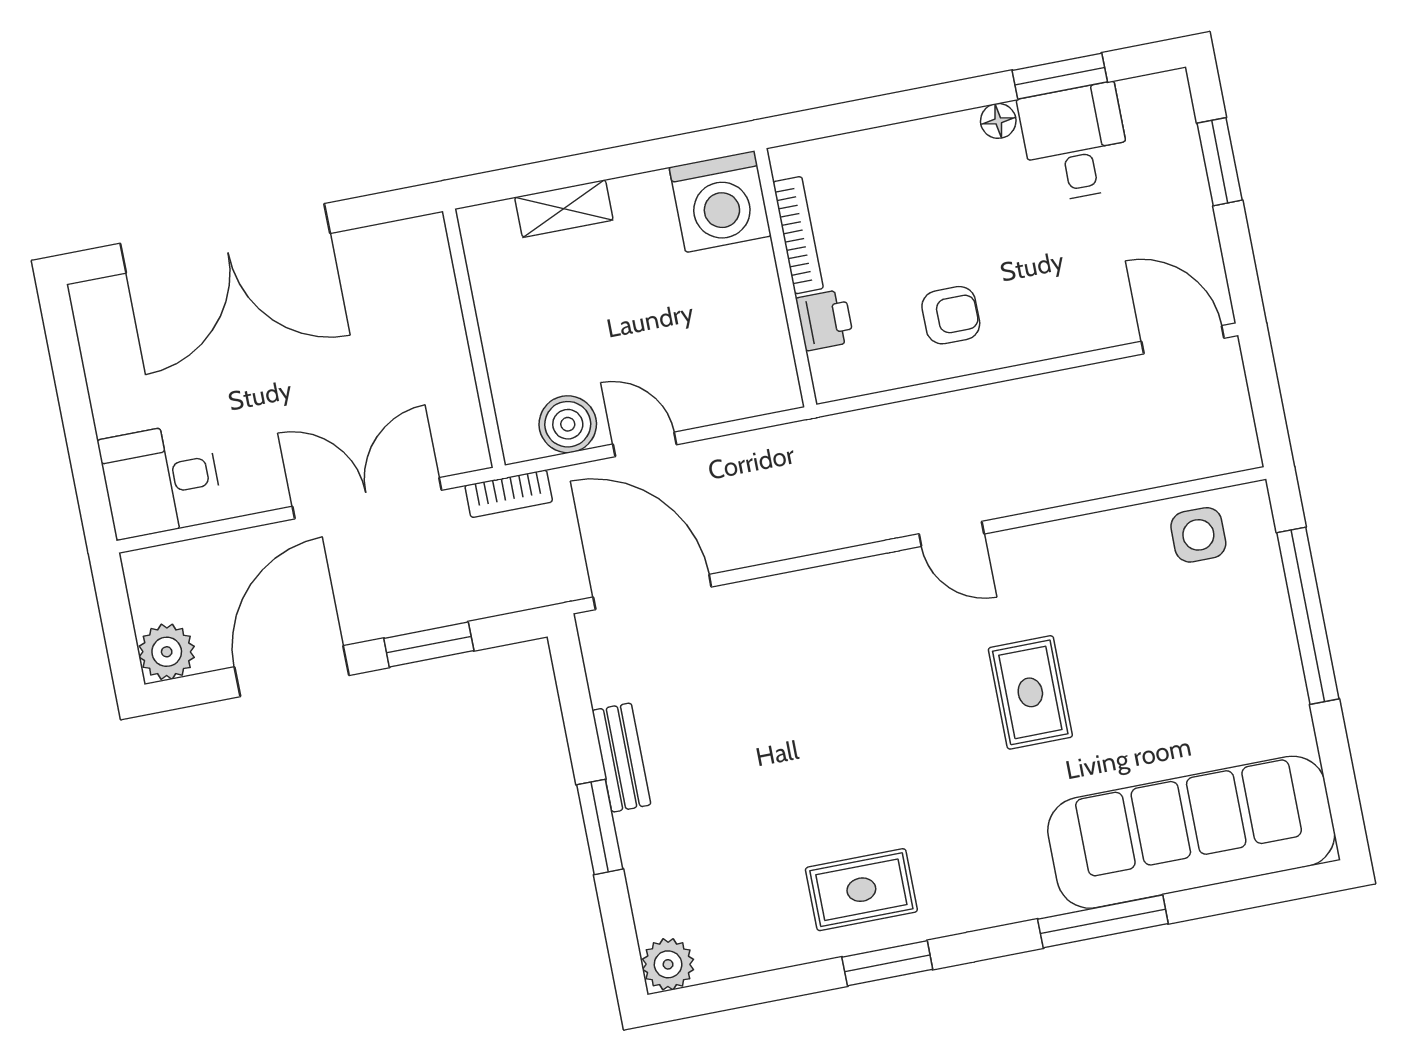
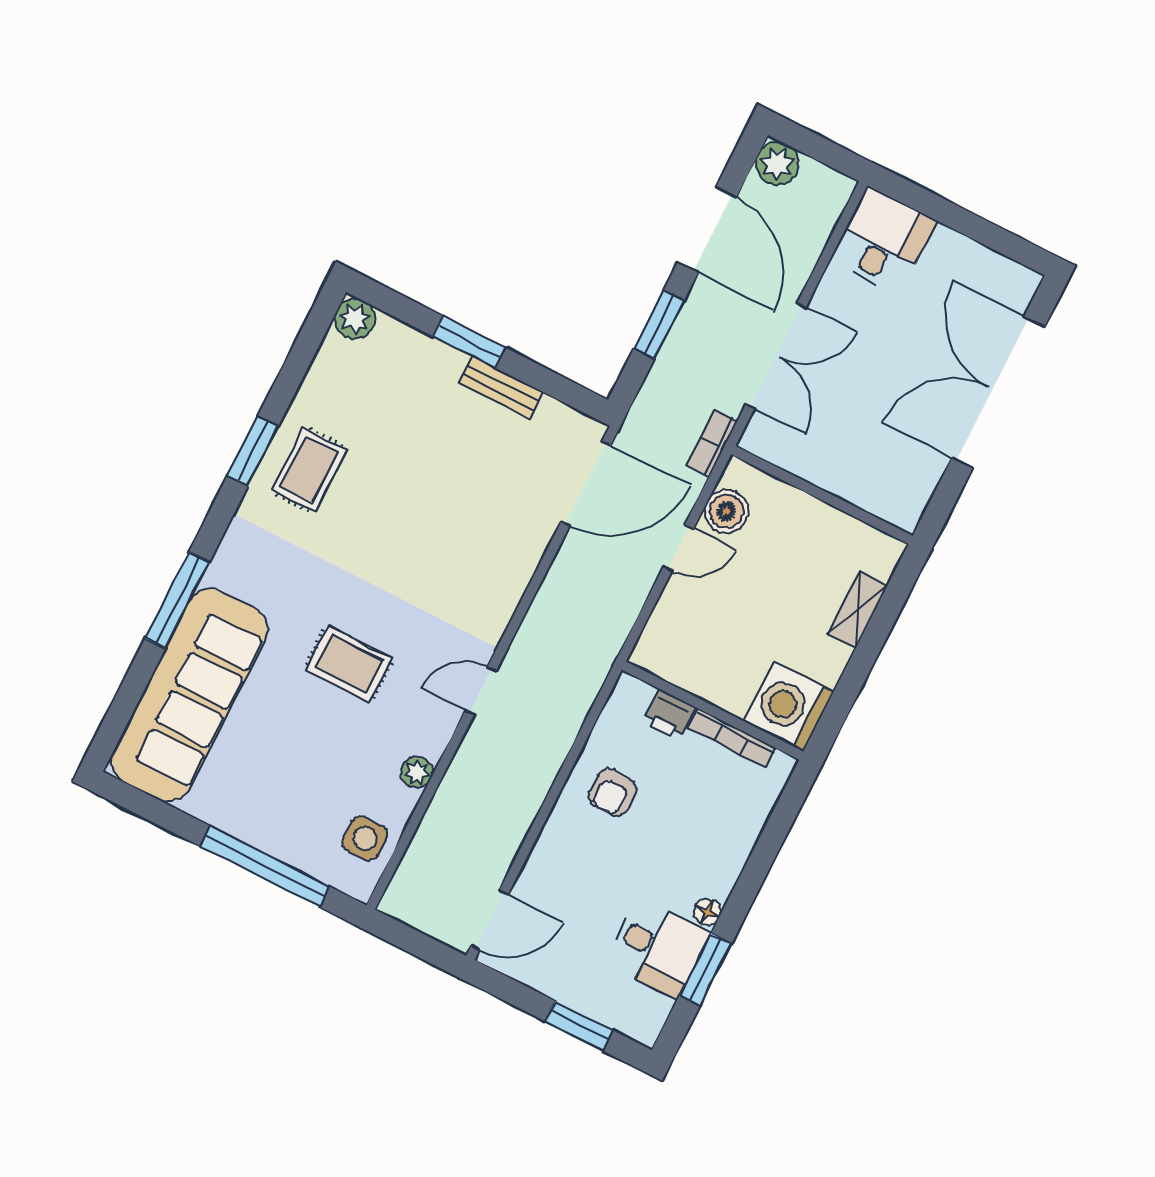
plant: (1088, 534) -> (417, 772), added

